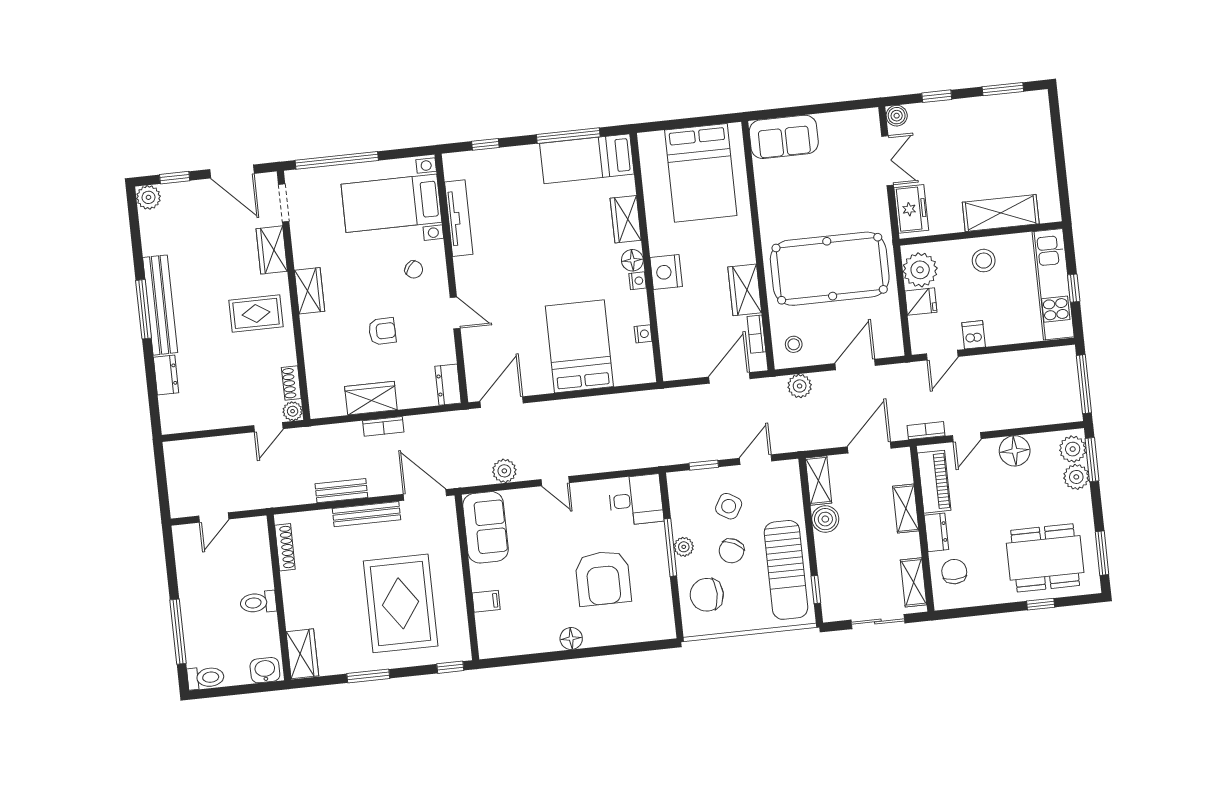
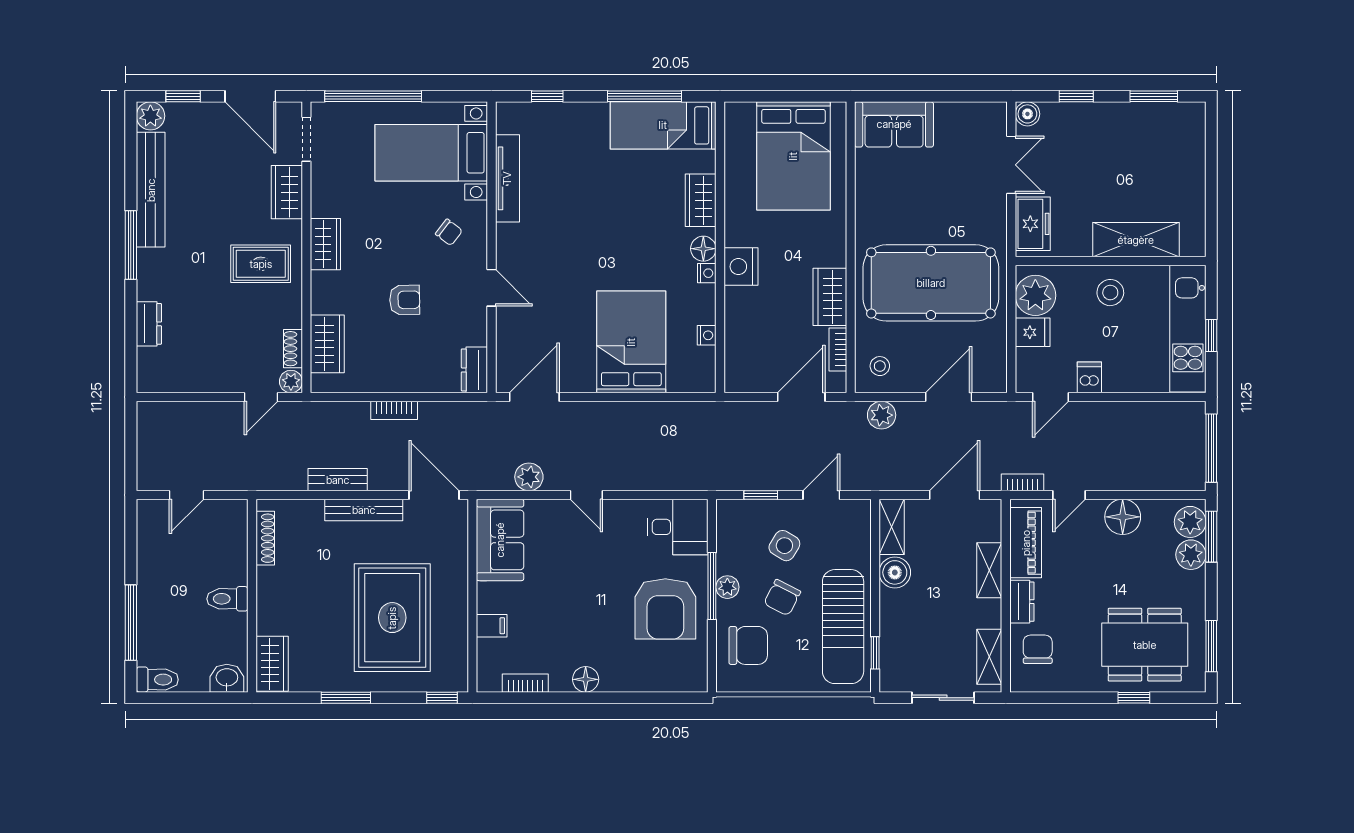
bench: (160, 305) -> (151, 190), moved
wardrobe: (371, 398) -> (327, 344), moved, turned 90
armchair: (603, 578) -> (665, 609), moved
chair: (707, 595) -> (748, 645), turned 180
bookcase: (520, 647) -> (525, 683), added

